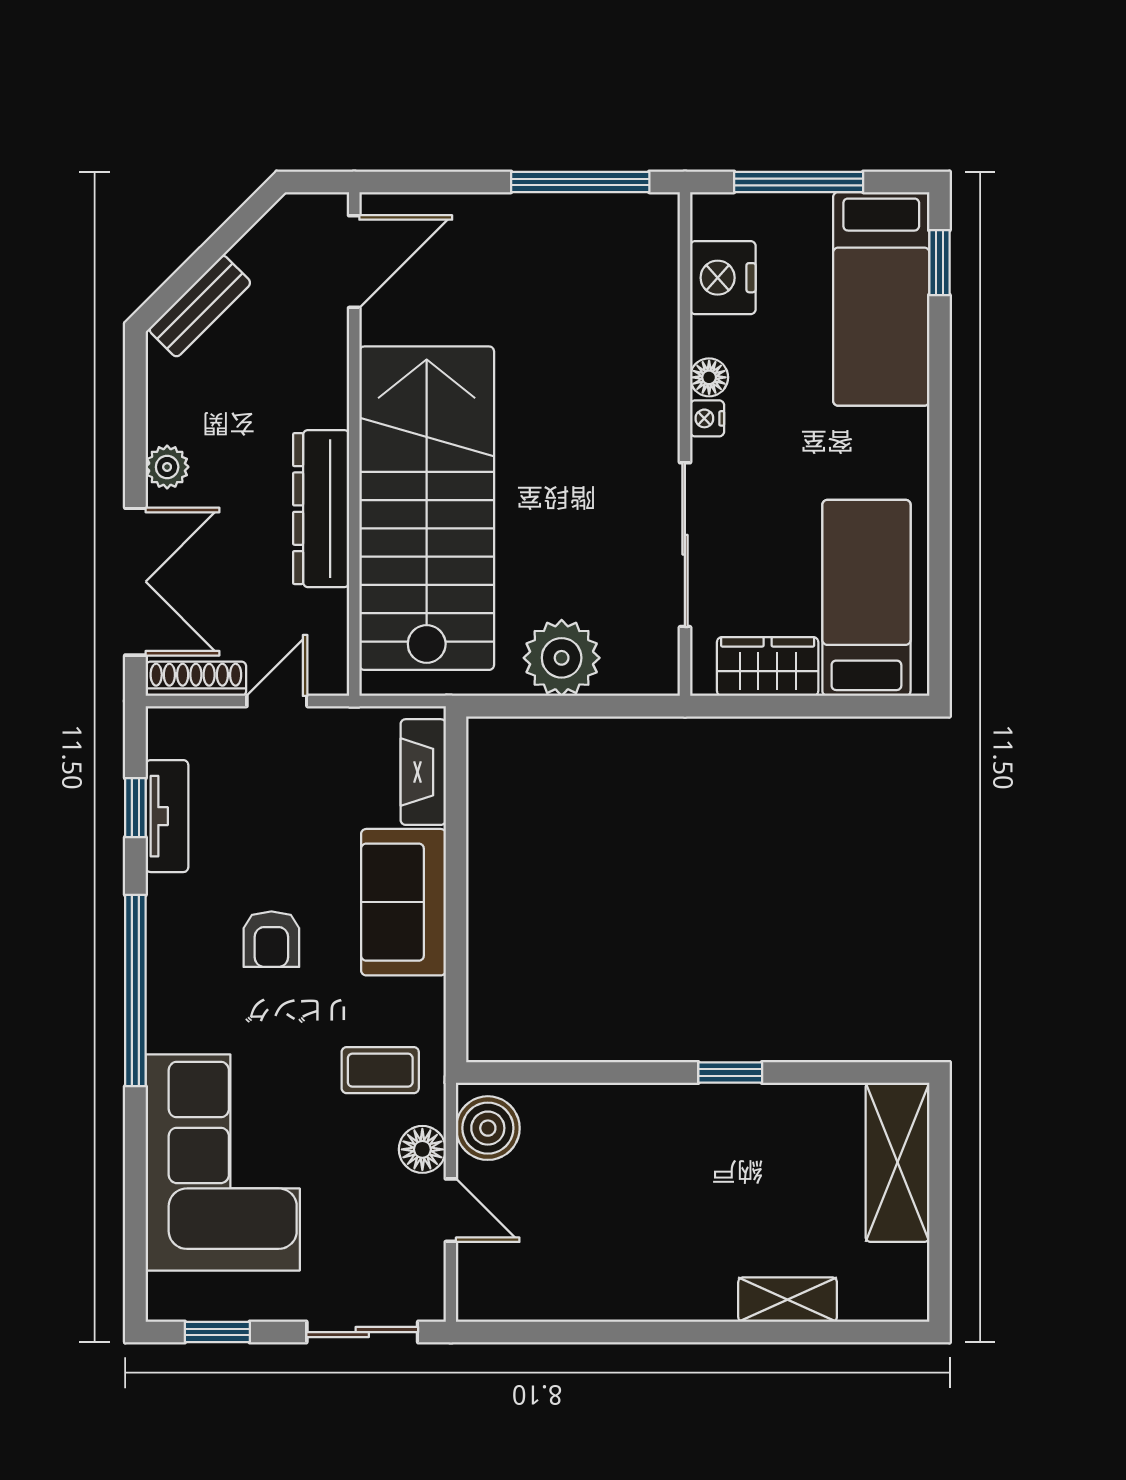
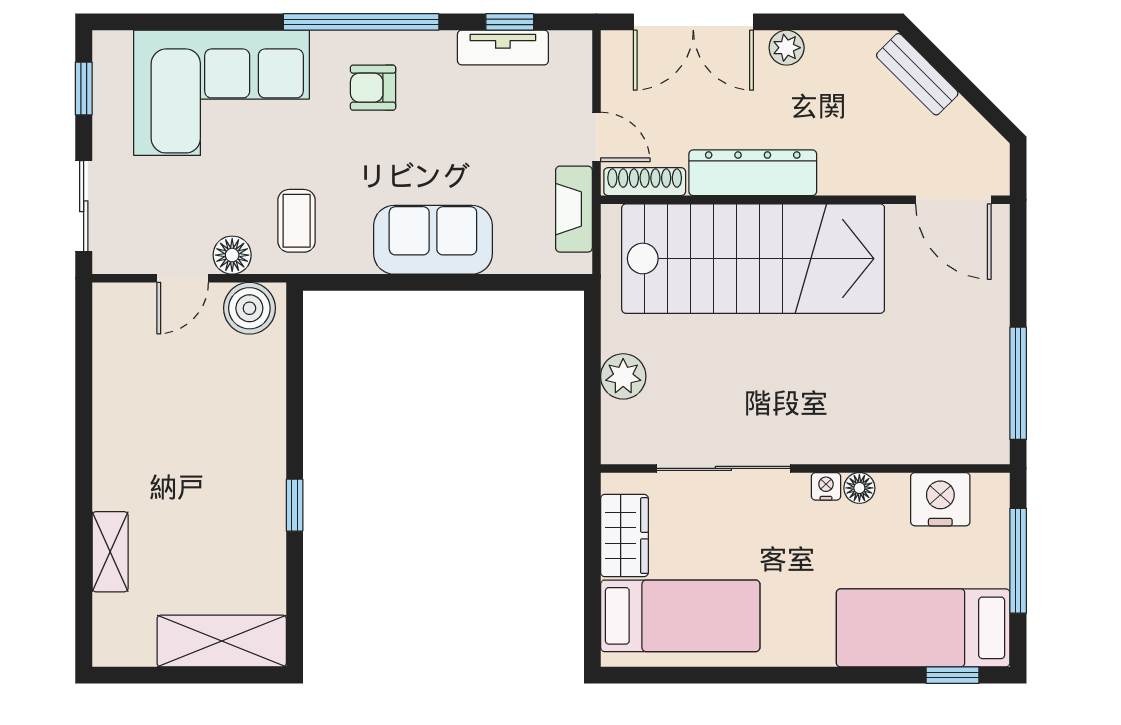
plant: (562, 658) -> (623, 376), width x0.73, depth x0.73
shoe rack: (196, 679) -> (645, 182), moved, turned -90
fireplace: (423, 772) -> (574, 209), moved, turned -90
armchair: (271, 939) -> (373, 88), moved

